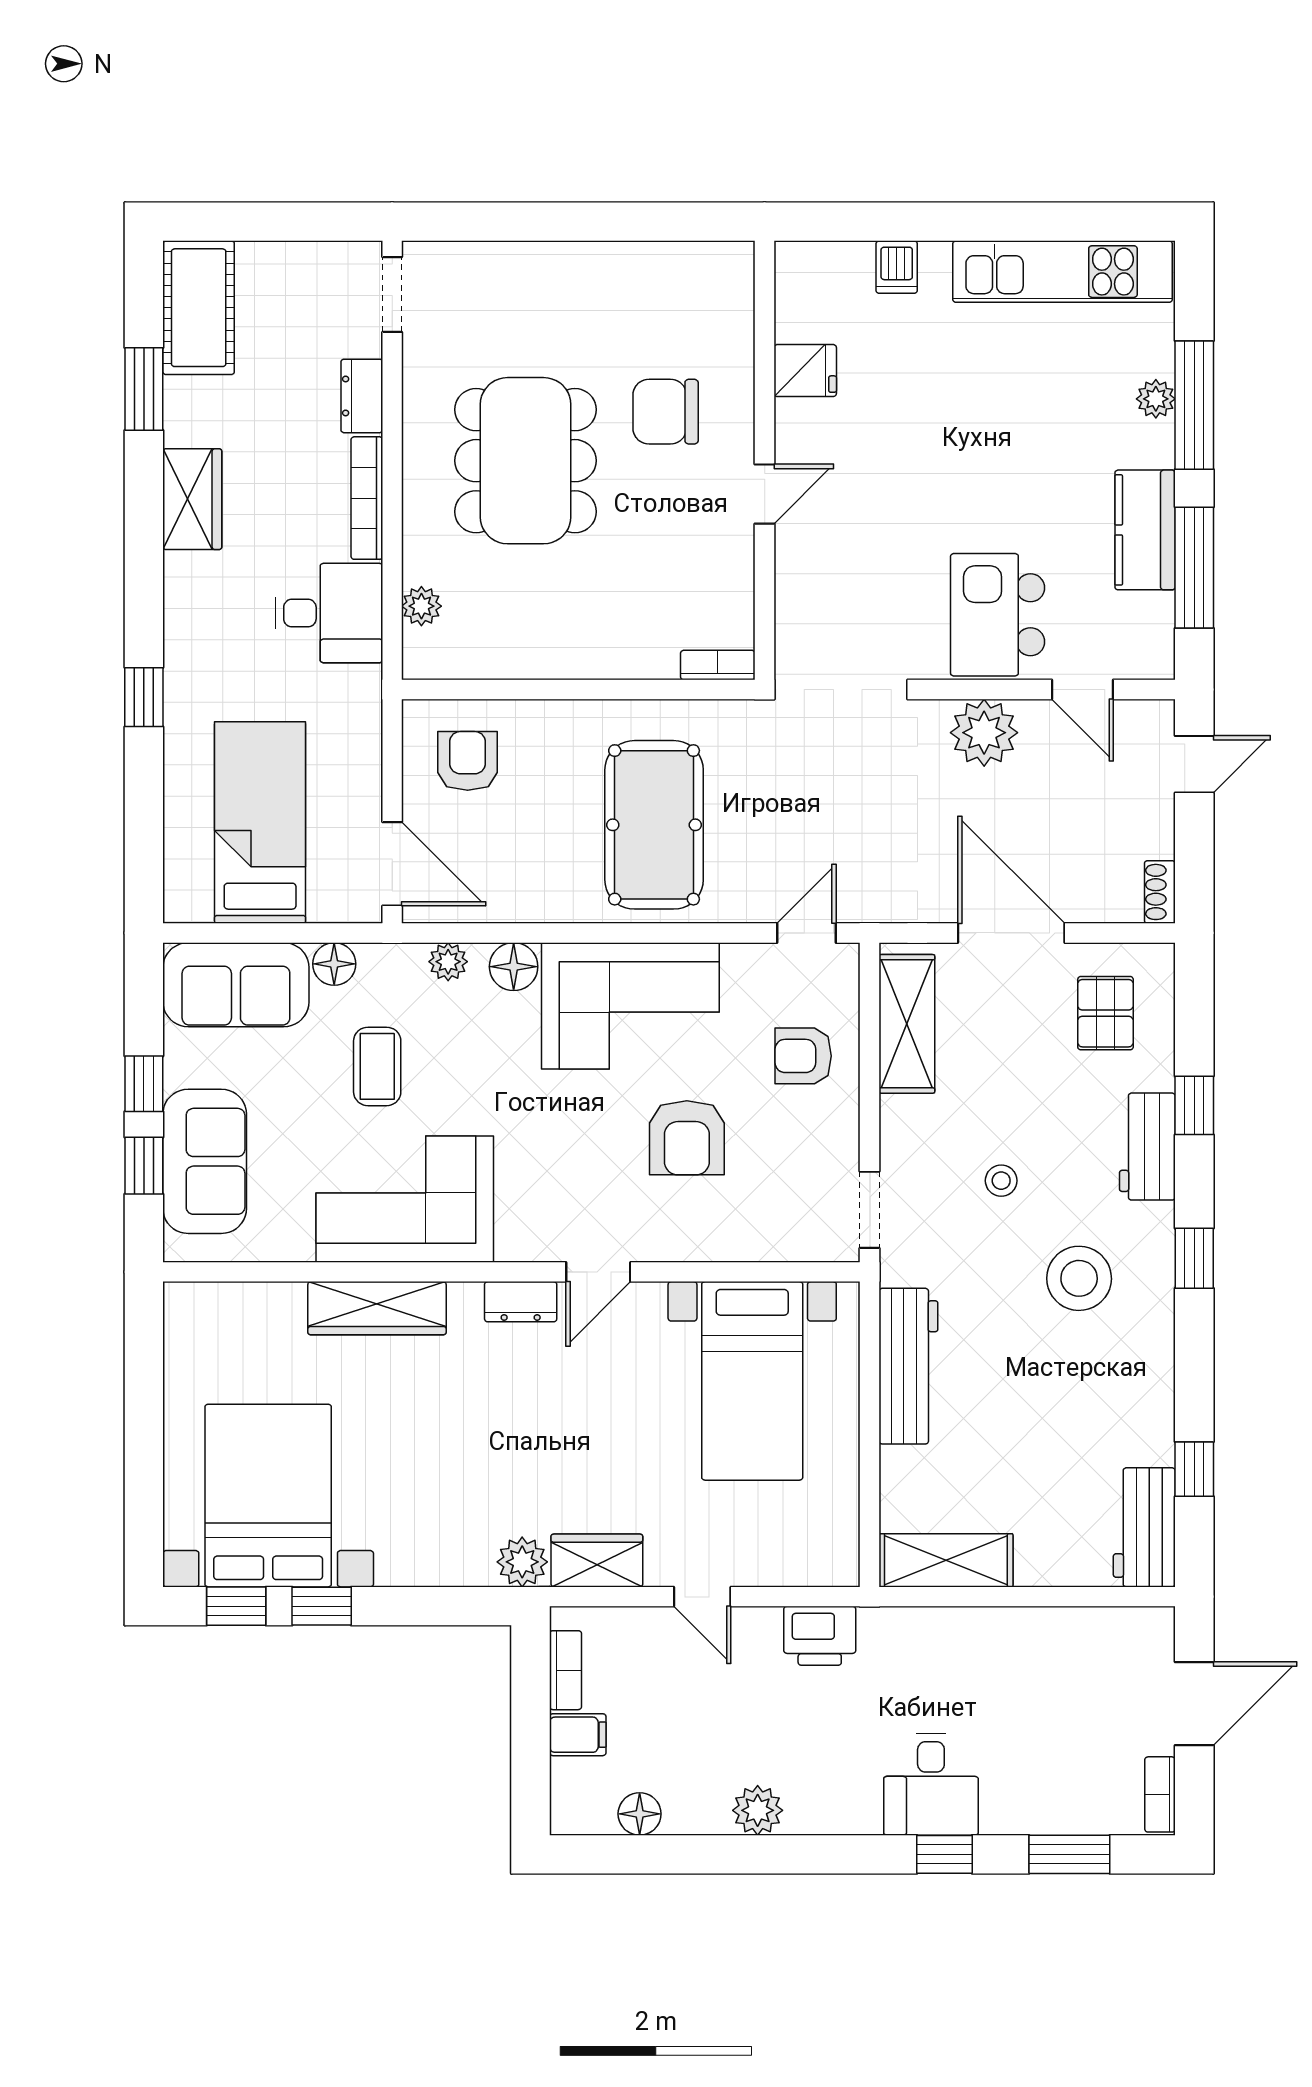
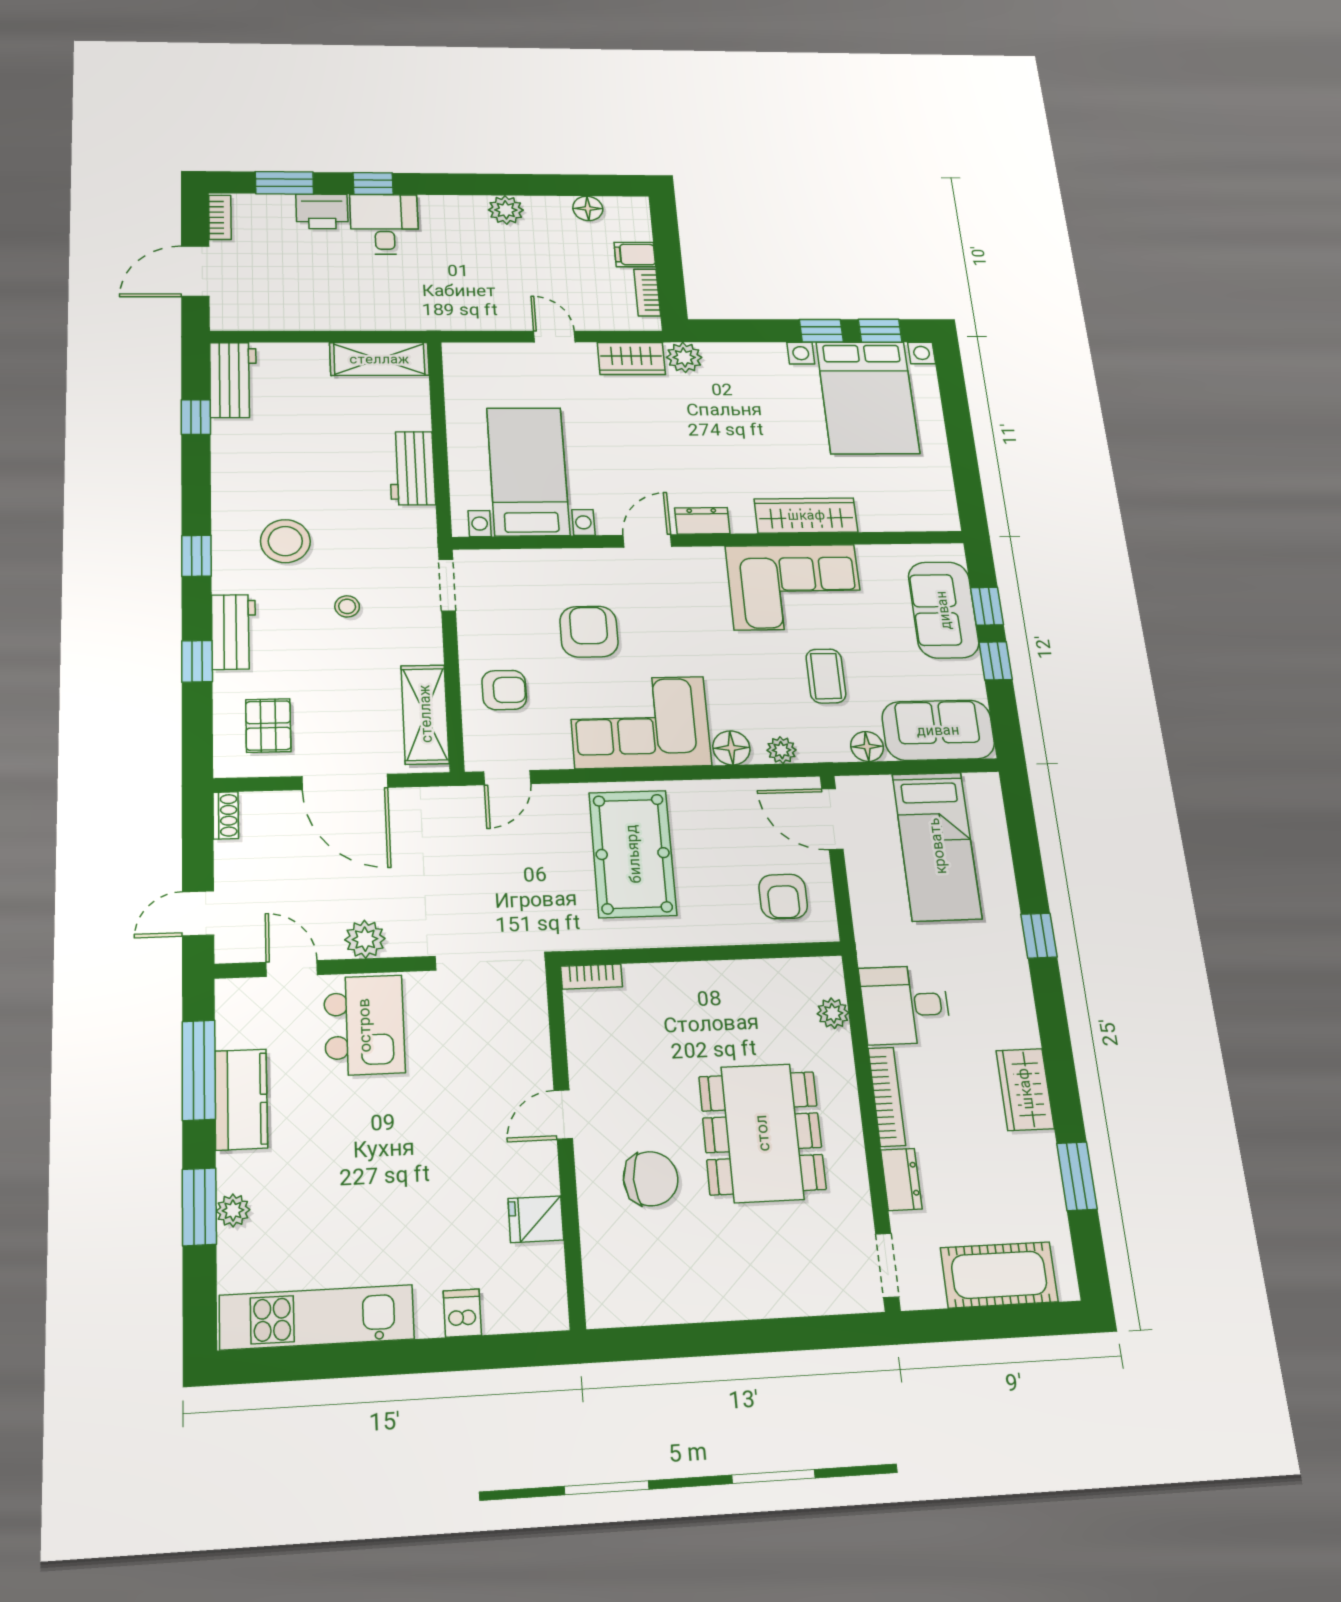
cot: (199, 308) -> (999, 1275), moved, turned 90
window: (1194, 405) -> (199, 1207), width x0.69
plant: (984, 733) -> (365, 939), width x0.73, depth x0.73
workbench: (908, 1366) -> (412, 468), width x0.73
printer: (820, 1636) -> (322, 211), moved, turned 180

